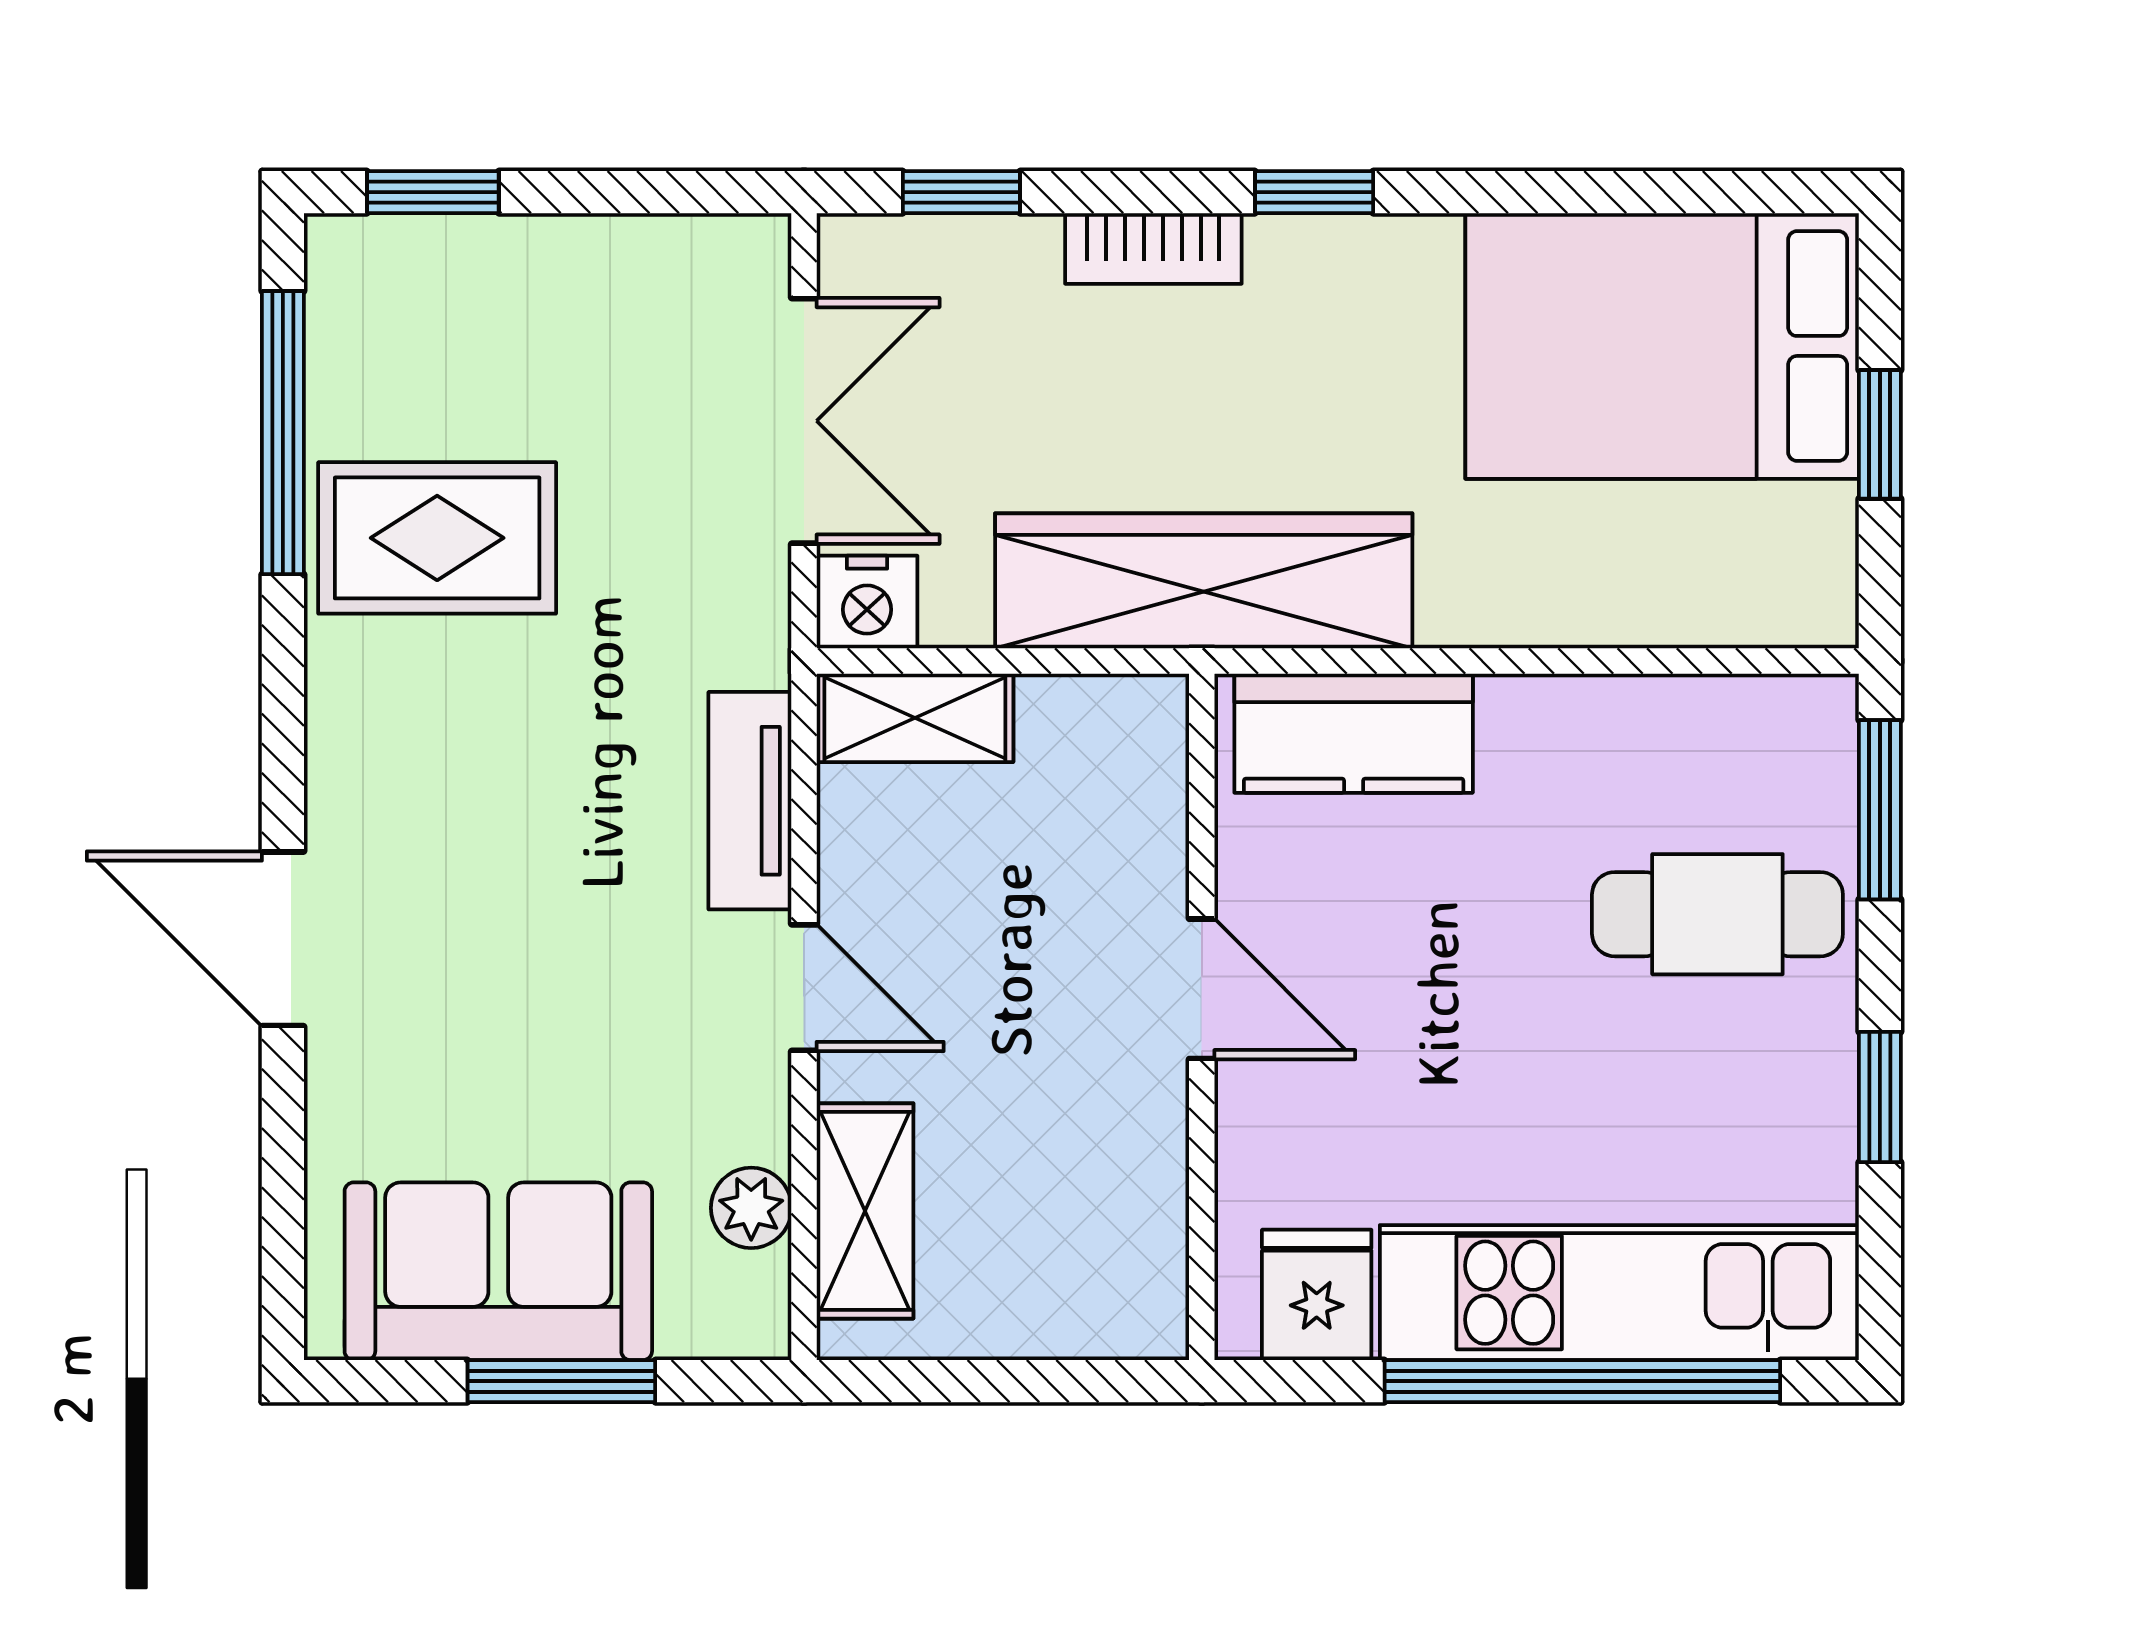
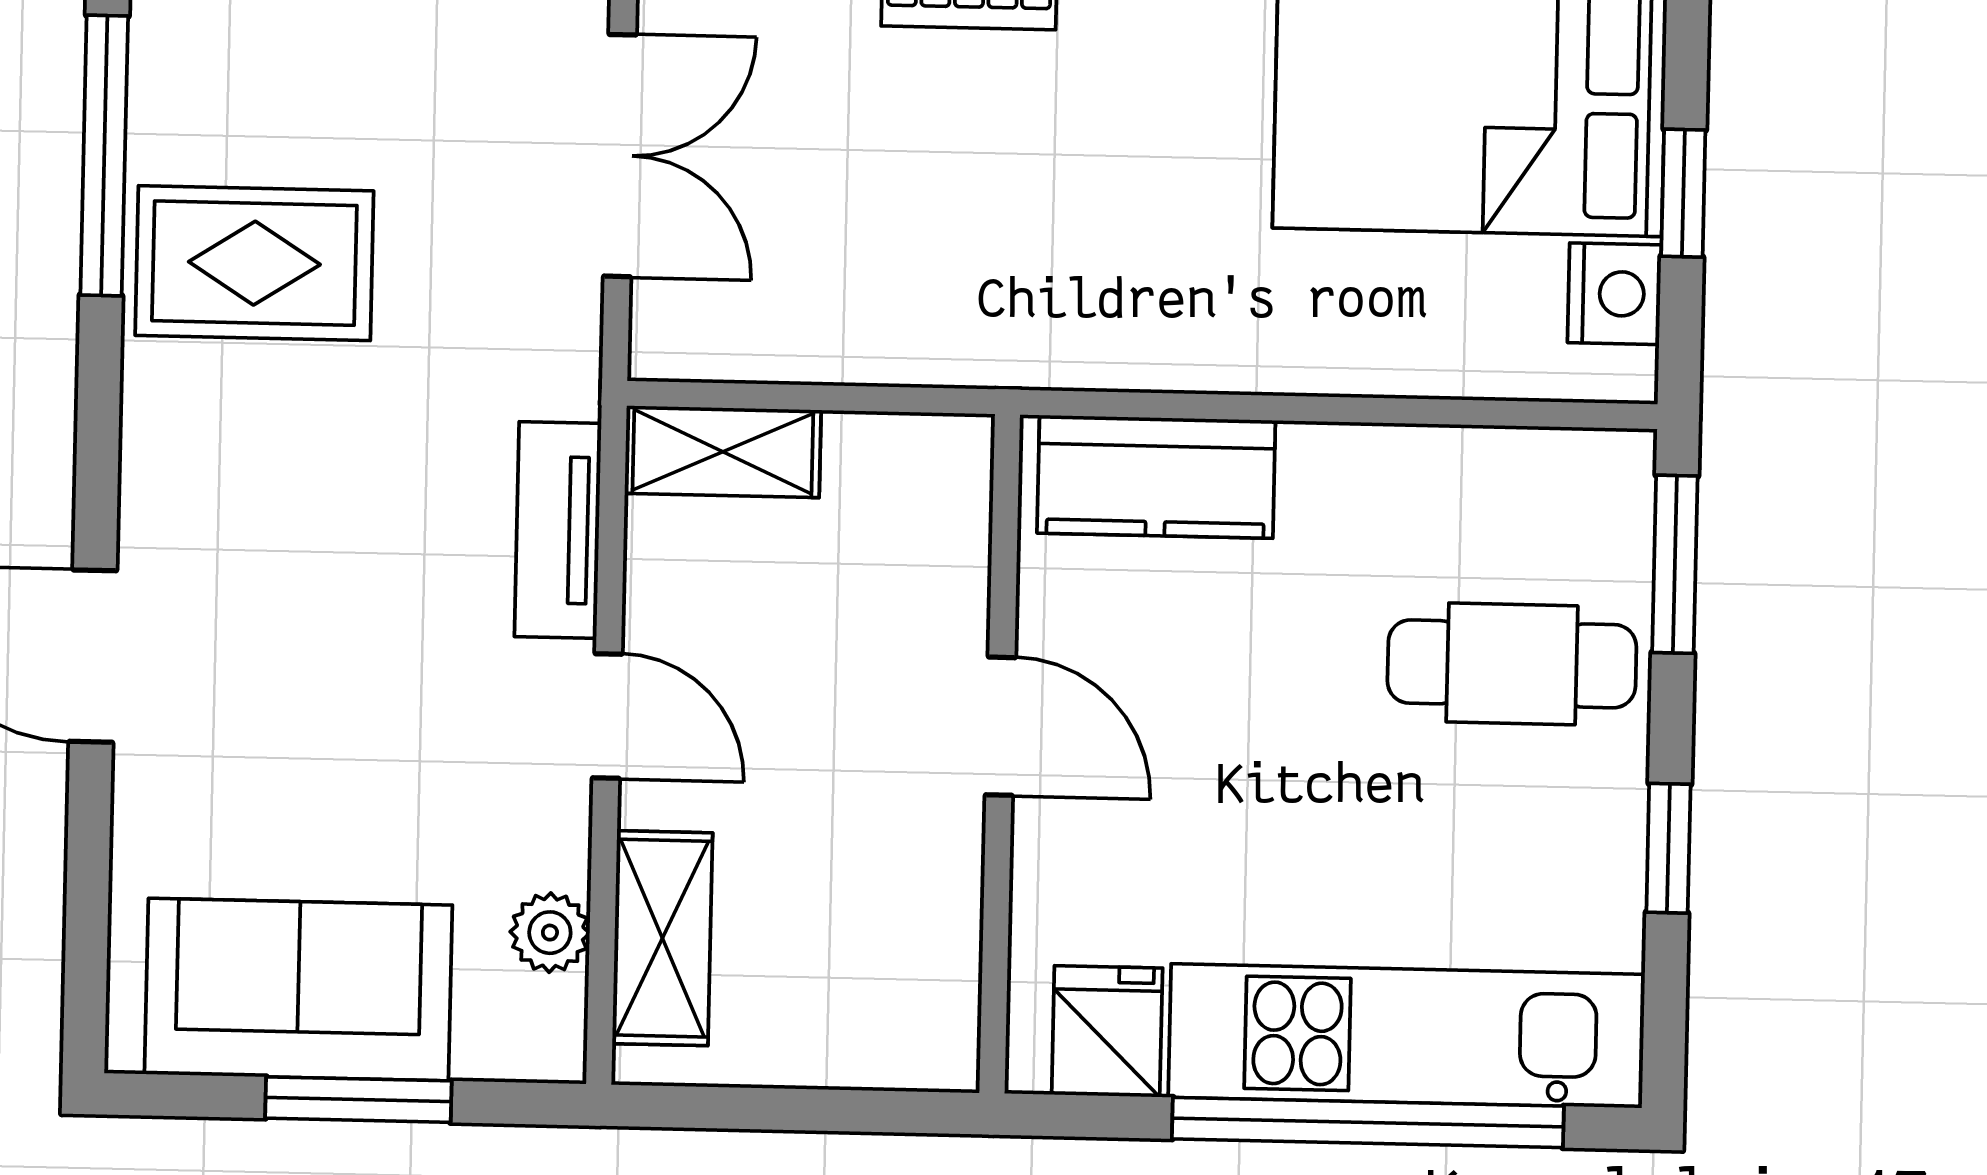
wardrobe: (1204, 581) -> (1011, 323), removed
nightstand: (867, 602) -> (1614, 294), moved, turned -90

